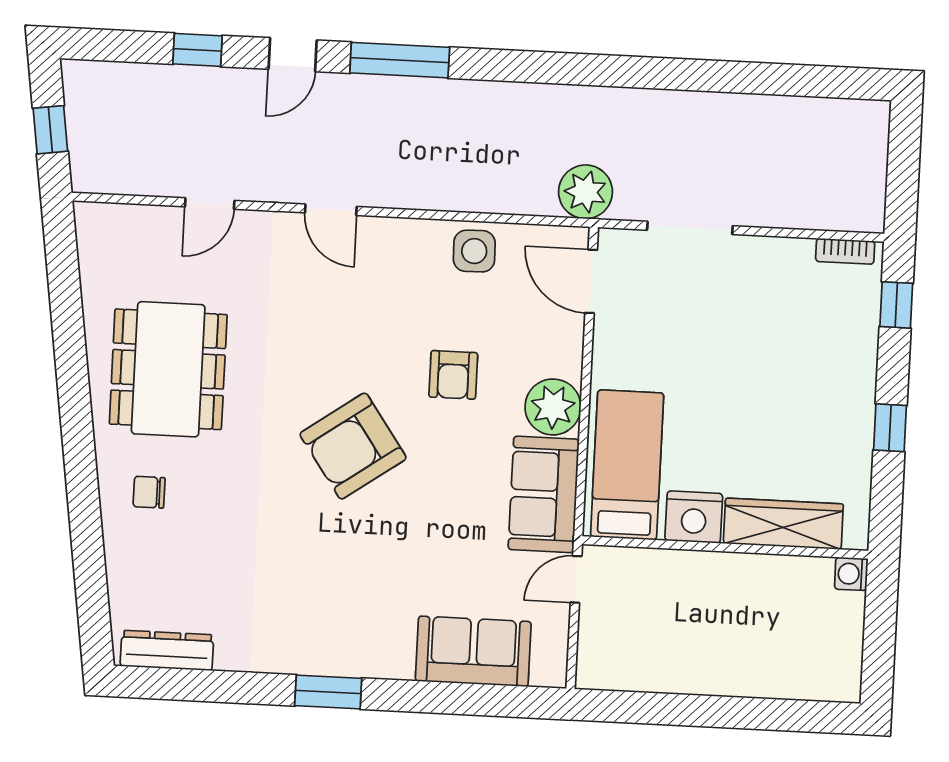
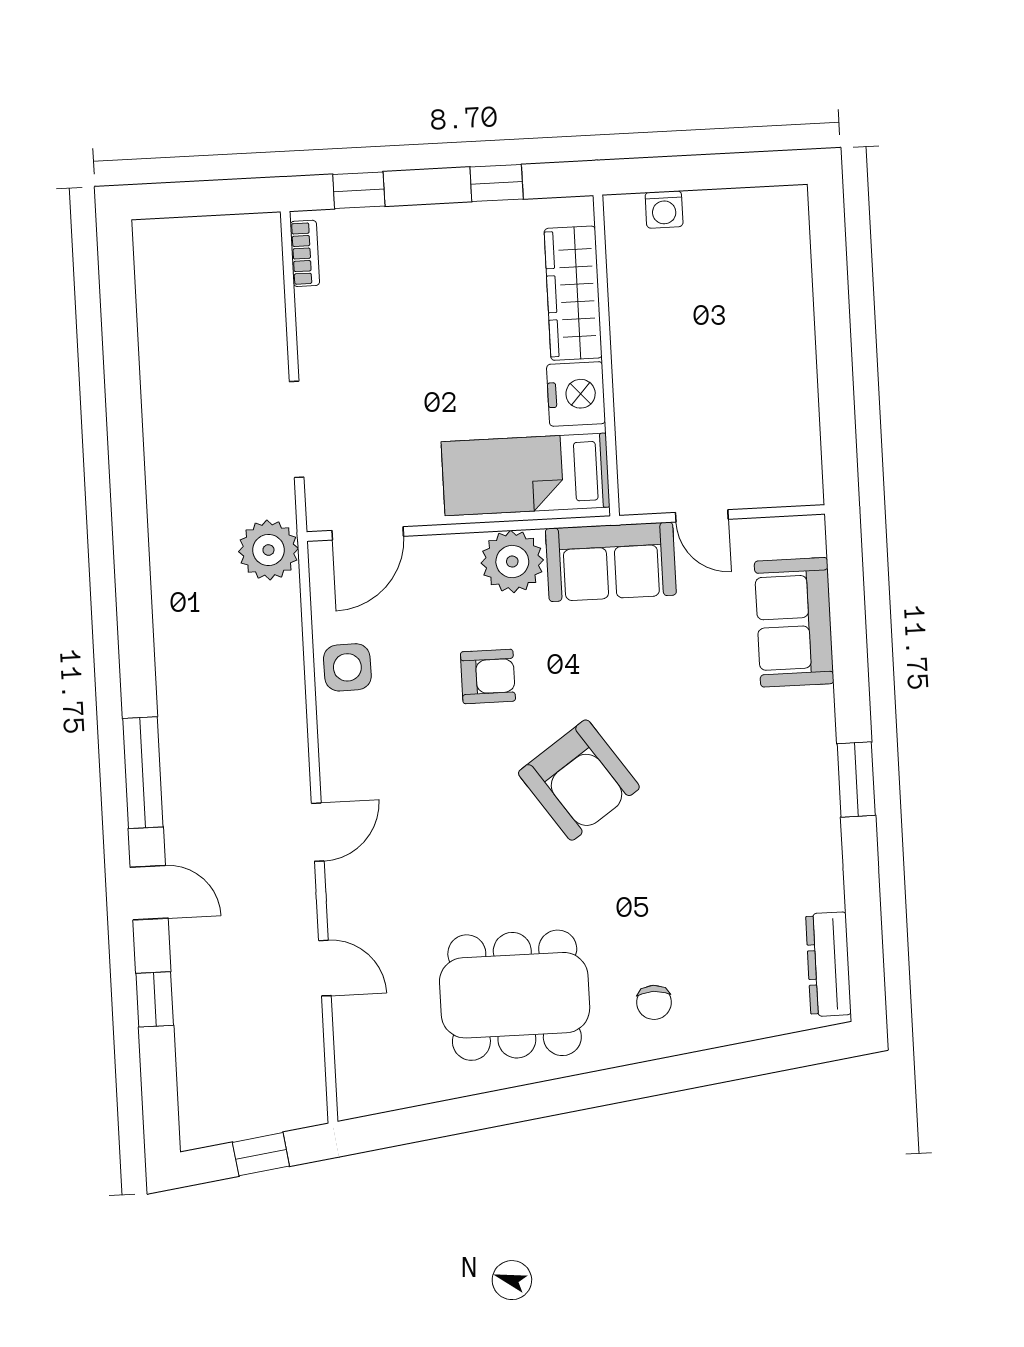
bed: (627, 465) -> (526, 474), moved
nightstand: (694, 517) -> (576, 394), moved
wardrobe: (783, 524) -> (573, 293), moved
wall: (725, 547) -> (606, 355), moved

